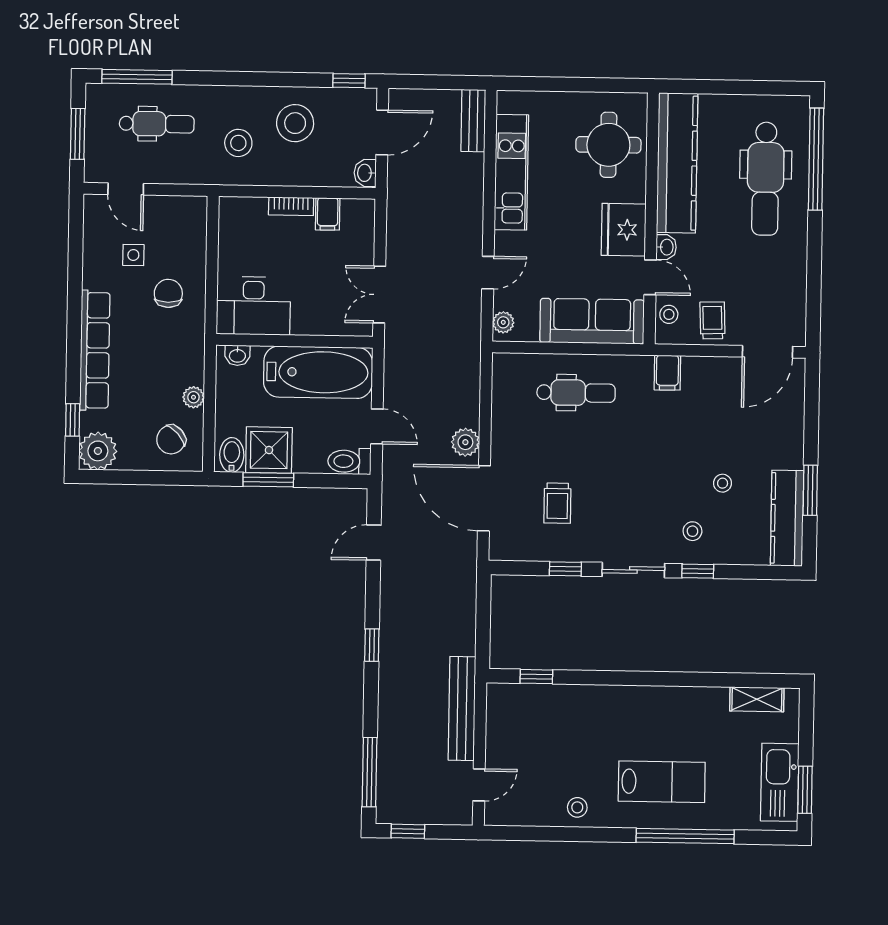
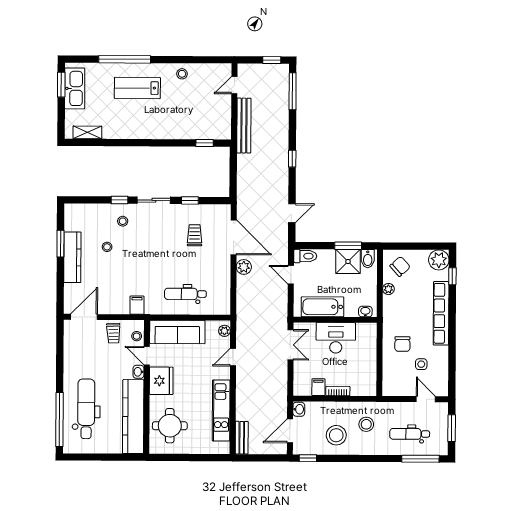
desk: (253, 306) -> (336, 338), moved
bathtub: (318, 372) -> (322, 307), width x0.73, depth x0.73
kitchen counter: (787, 518) -> (72, 257), moved

